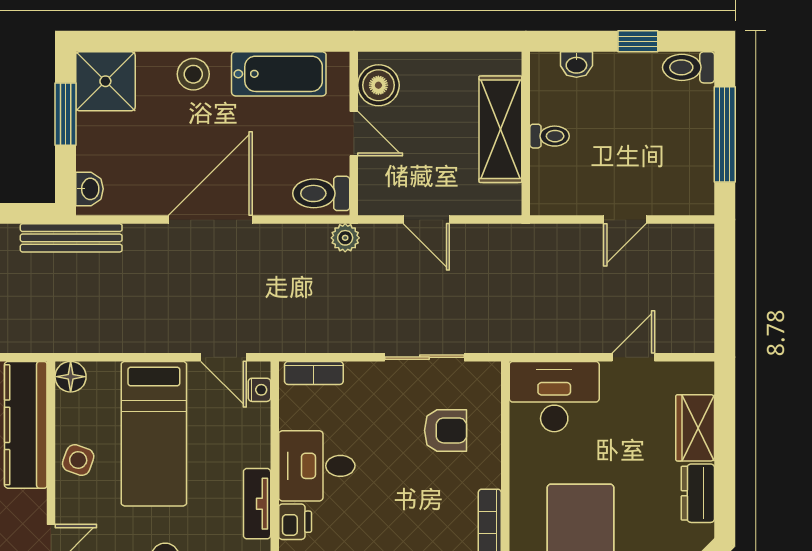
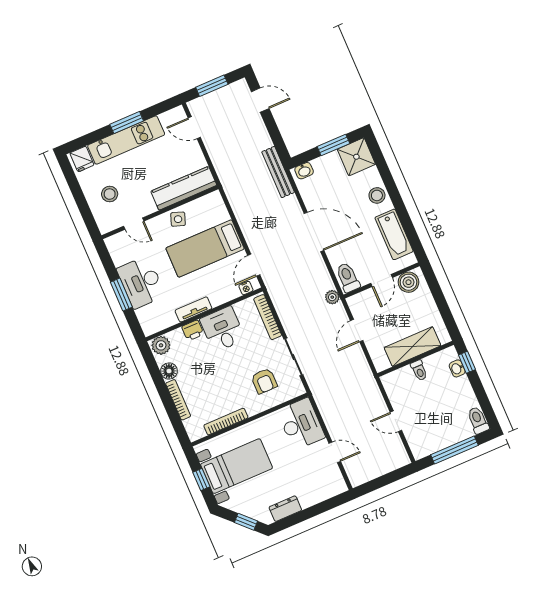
window: (638, 41) -> (467, 362), moved
bookcase: (314, 373) -> (268, 317), width x1.56
floor lamp: (71, 377) -> (215, 199), removed
wardrobe: (695, 428) -> (315, 494), removed

